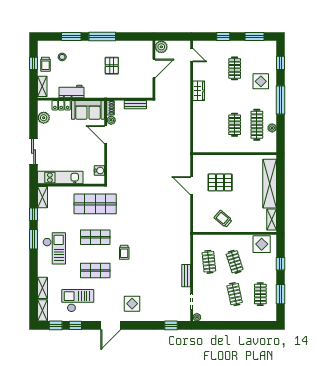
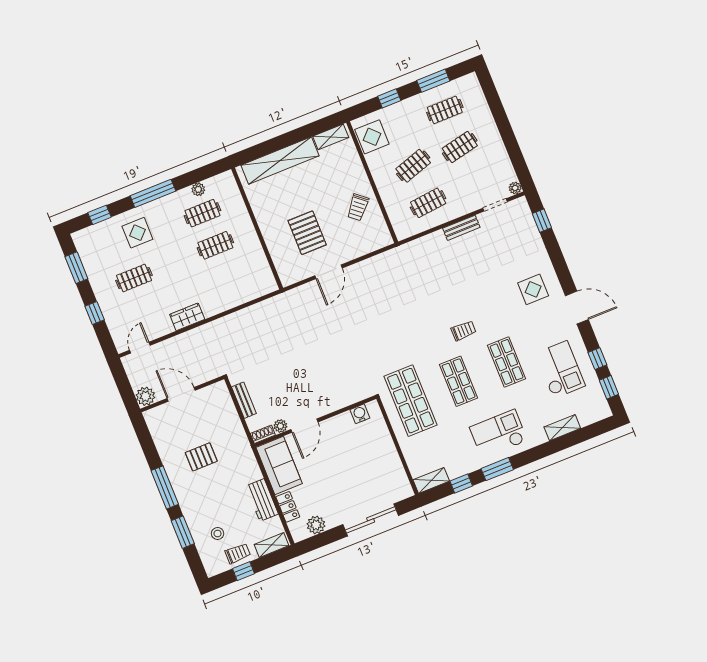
clothes rail: (257, 125) -> (202, 213), width x0.73
sliding door: (34, 151) -> (371, 520), width x1.37
kitchen unit: (60, 178) -> (393, 466), removed
checkout: (78, 301) -> (560, 369), turned 180
shelving: (43, 310) -> (595, 415), removed

